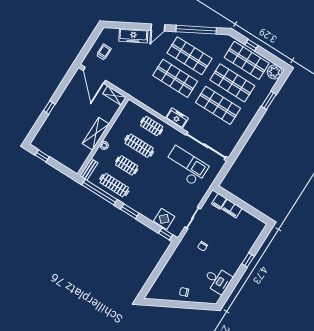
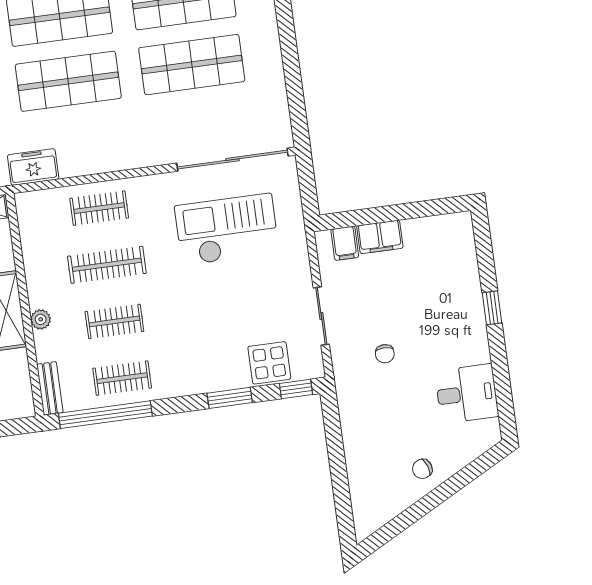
freezer: (177, 118) -> (33, 167), moved
clothes rail: (114, 185) -> (122, 378), width x0.73
window: (130, 211) -> (230, 398), moved

